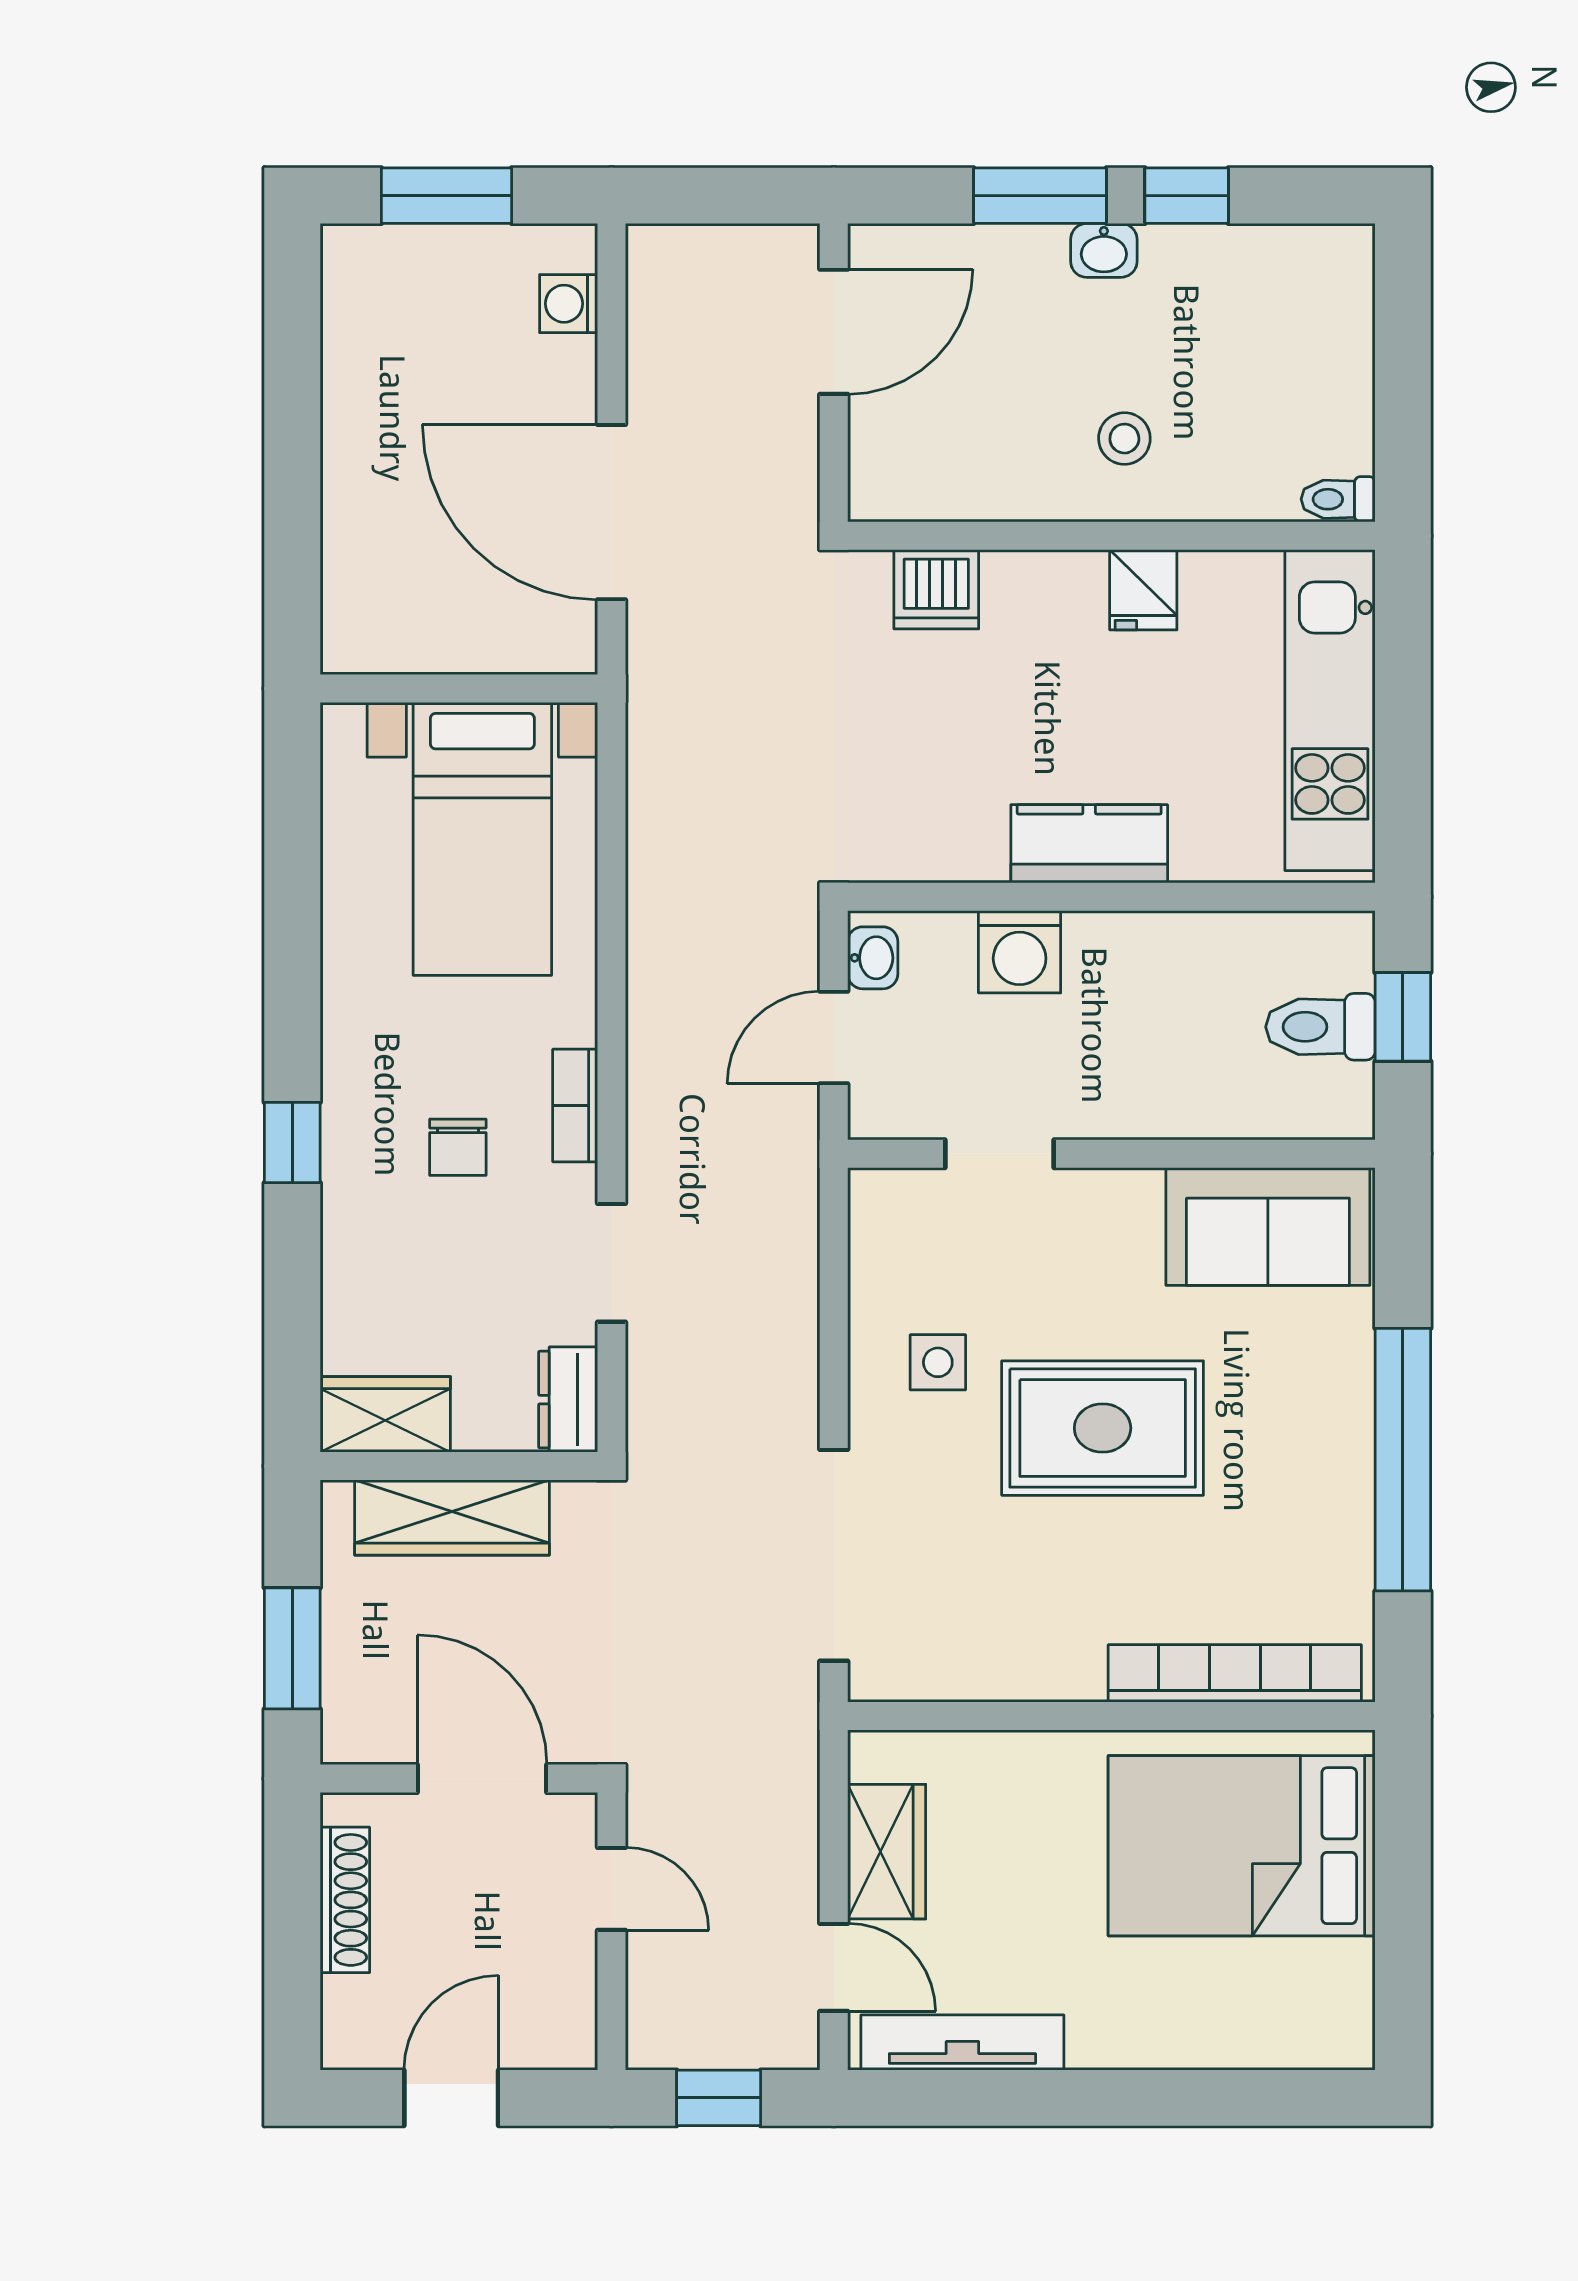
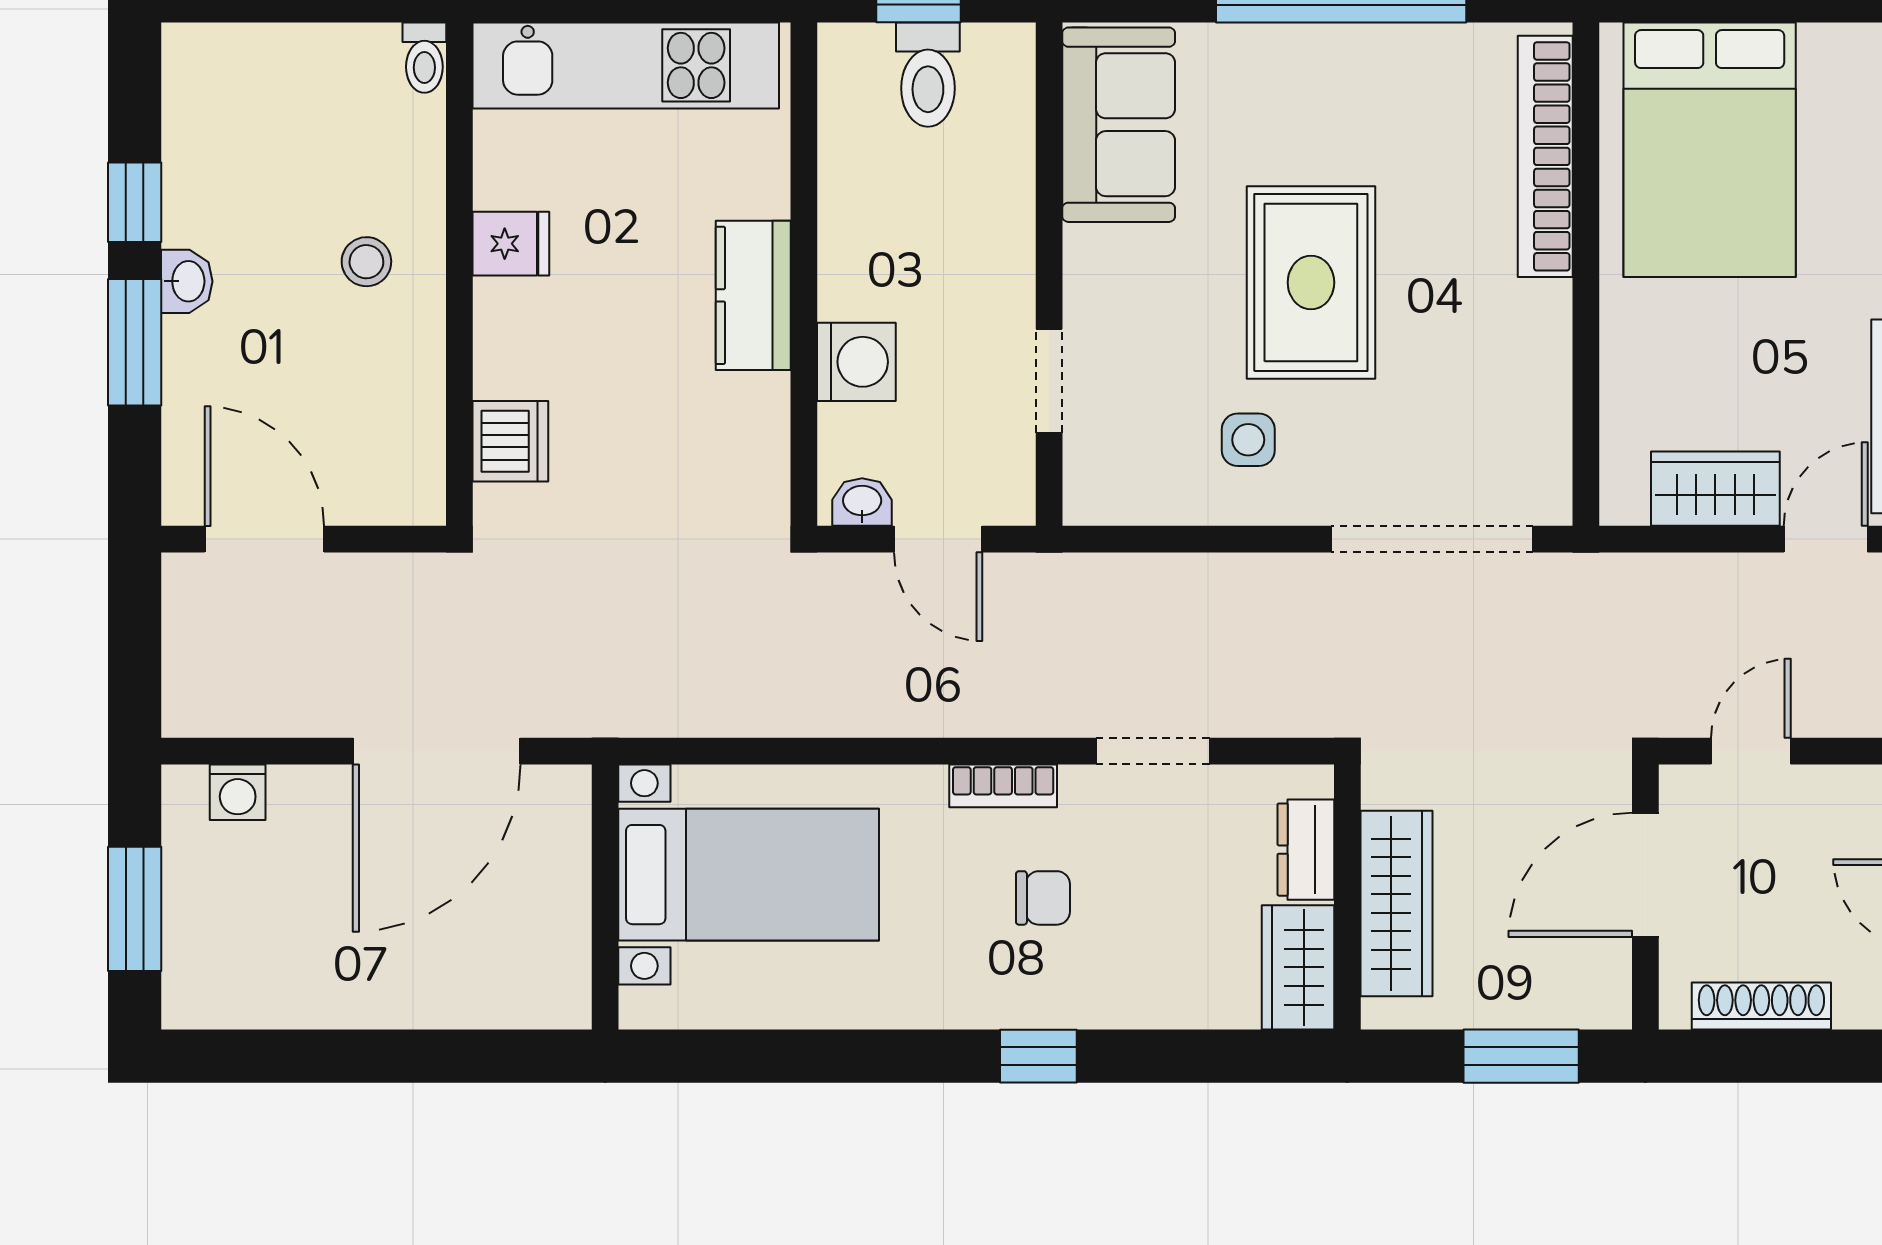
dresser: (568, 1400) -> (1306, 850), moved, turned 90

